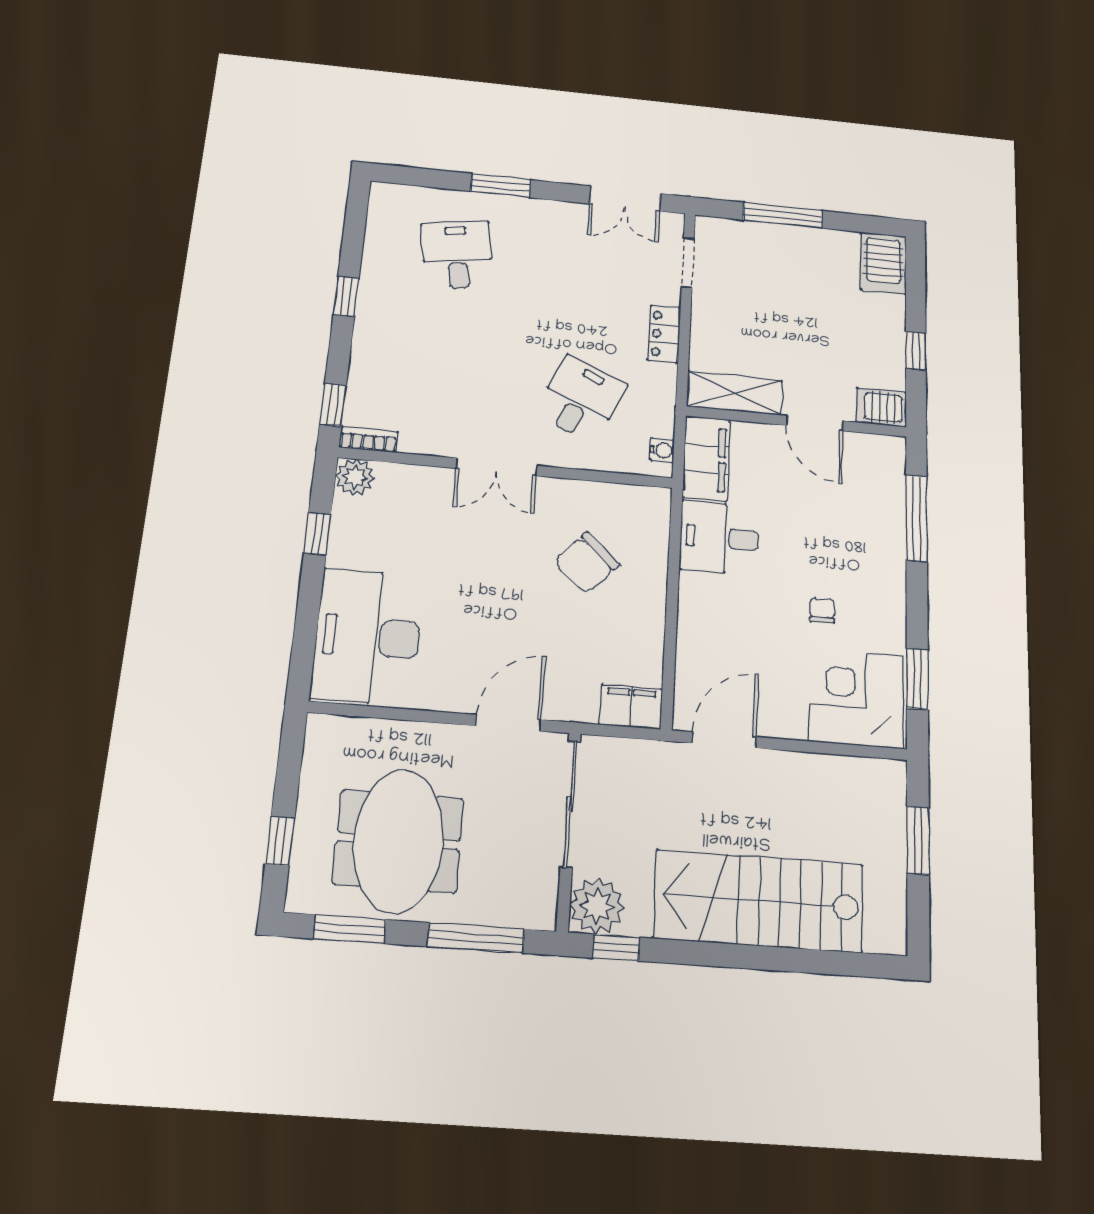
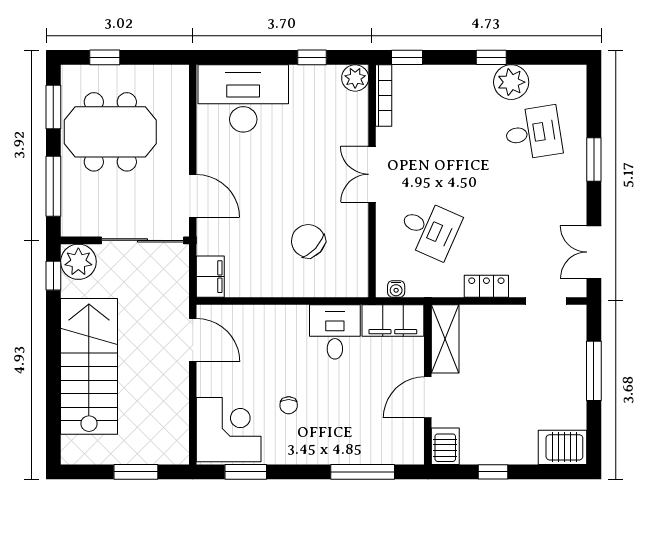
plant: (384, 275) -> (511, 82), added
bookcase: (369, 440) -> (384, 96), width x1.56
chair: (822, 610) -> (289, 405), turned 90

